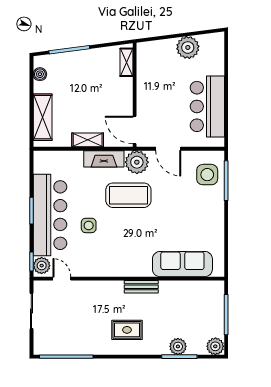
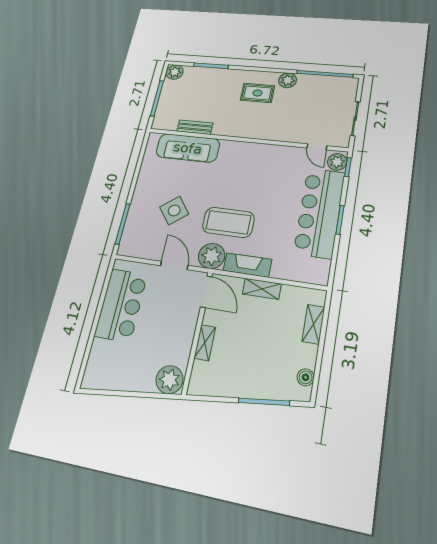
plant: (188, 47) -> (169, 380), moved
shelving: (127, 62) -> (205, 343), moved
shelving: (43, 117) -> (313, 324), width x0.67, depth x0.75
side table: (207, 175) -> (174, 210), moved, turned -38
side table: (89, 225) -> (278, 197), removed
bench: (141, 287) -> (195, 127), moved
plant: (178, 346) -> (288, 80), moved

